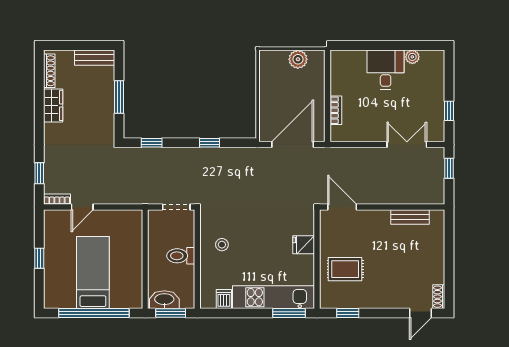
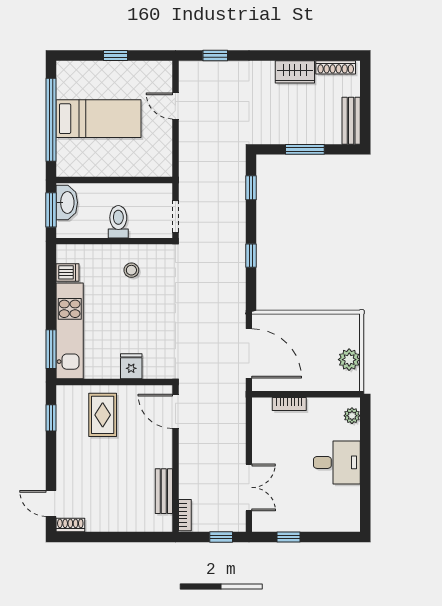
plant: (412, 57) -> (352, 416), moved
bookcase: (57, 199) -> (185, 515), moved
door: (342, 207) -> (175, 411), swing flipped

